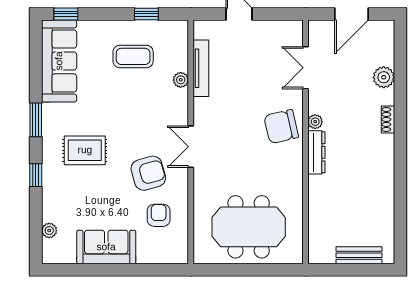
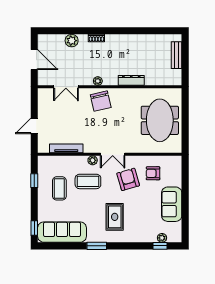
plant: (181, 80) -> (93, 160), moved
coffee table: (145, 105) -> (88, 181), added
dresser: (316, 152) -> (131, 80), moved
window: (36, 175) -> (160, 246), moved

